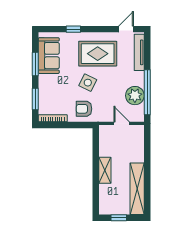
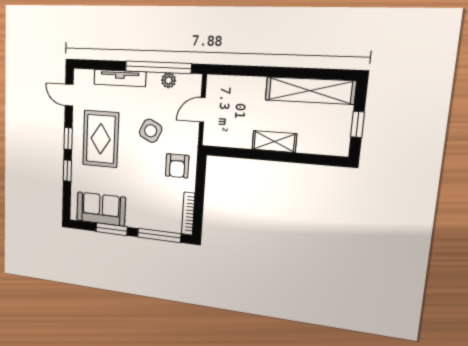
window: (96, 29) -> (68, 138), added
tv unit: (139, 52) -> (120, 78), moved
side table: (88, 83) -> (151, 131), moved
plant: (135, 96) -> (169, 80), width x0.53, depth x0.53
window: (35, 99) -> (159, 235), width x1.44

